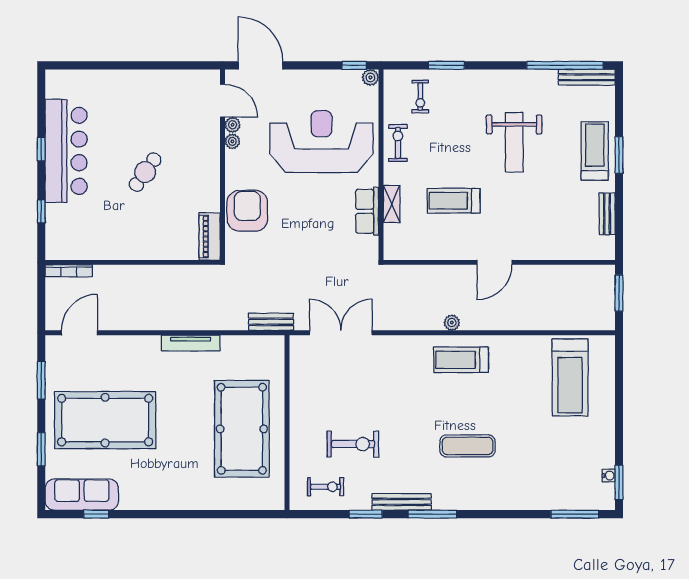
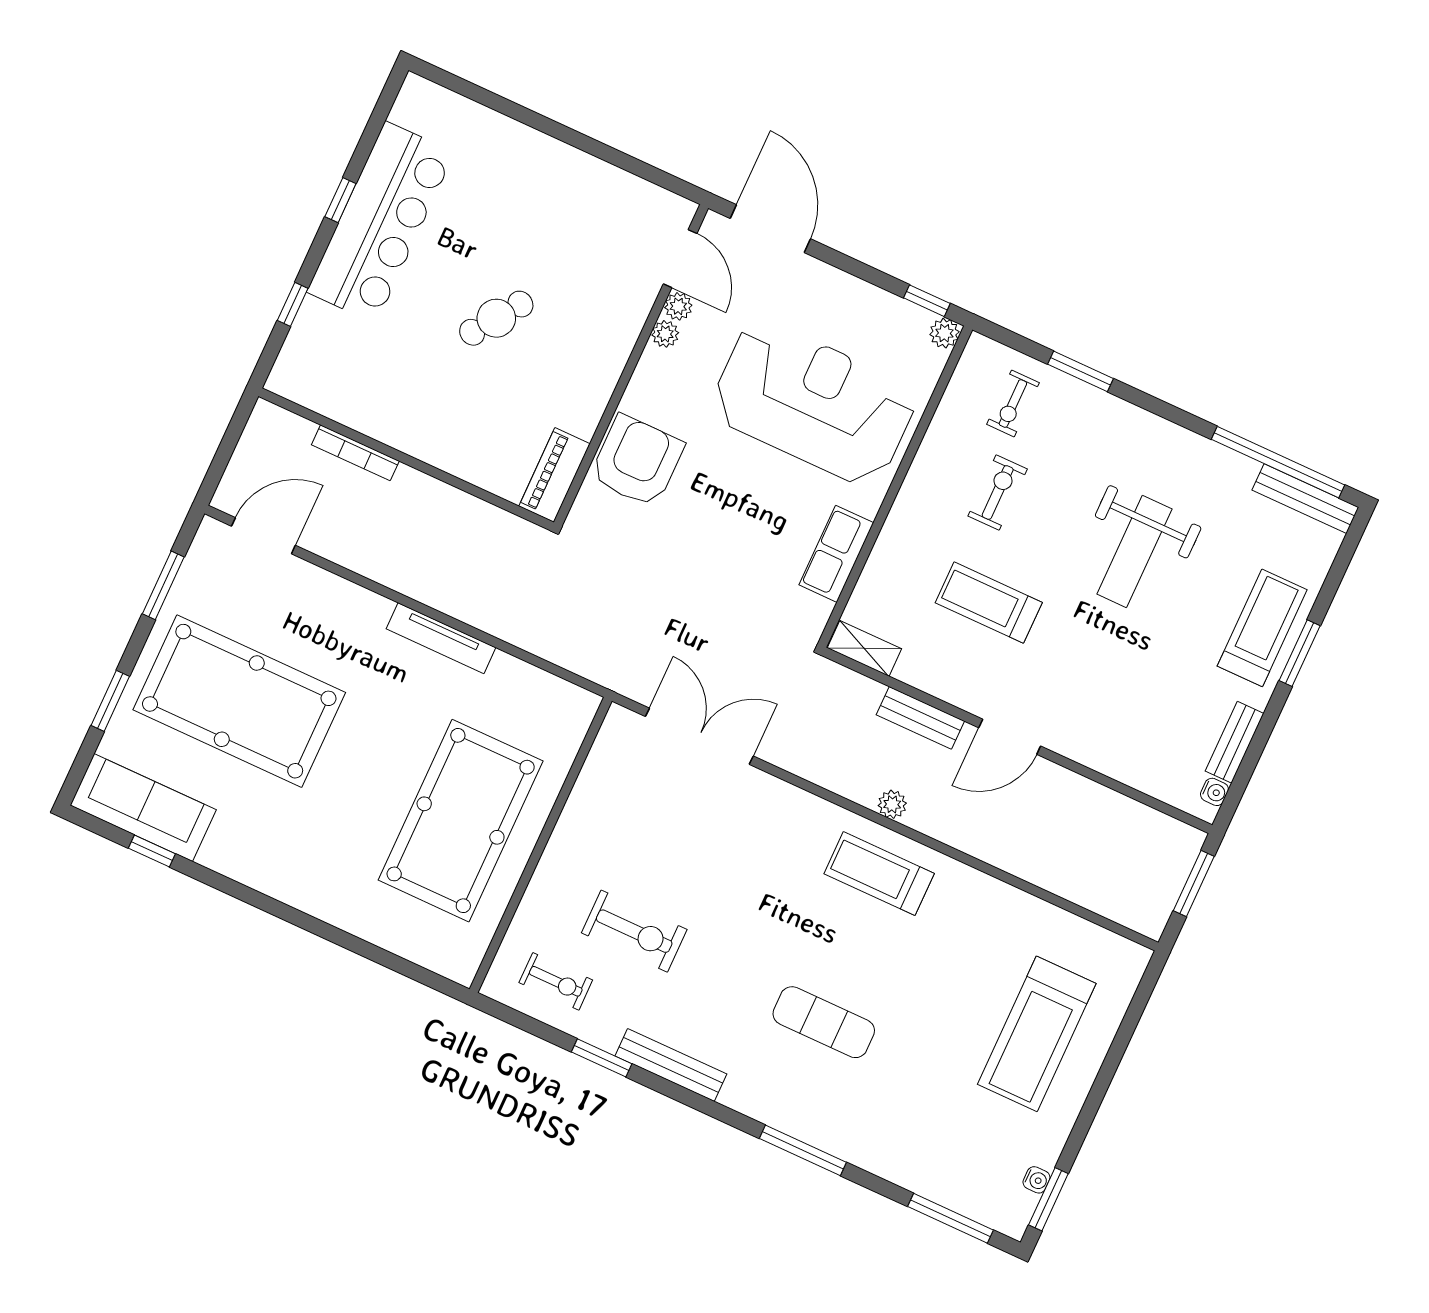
exercise bike: (398, 143) -> (998, 492), moved
shelving: (392, 204) -> (864, 648), moved, turned 90
water cooler: (608, 243) -> (1214, 792), added
bookcase: (69, 271) -> (355, 453), moved
bench: (271, 322) -> (920, 718), moved
treadmill: (570, 378) -> (1037, 1034), moved
window: (432, 514) -> (803, 1150), moved

